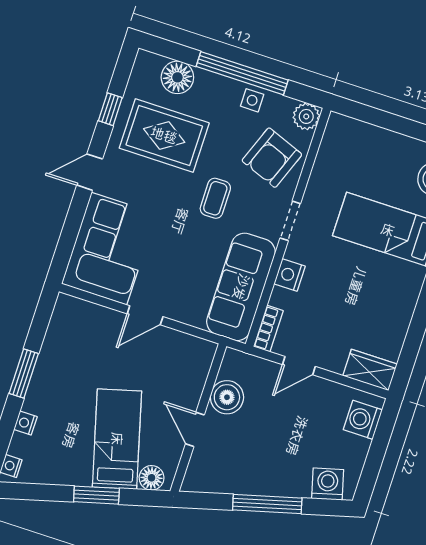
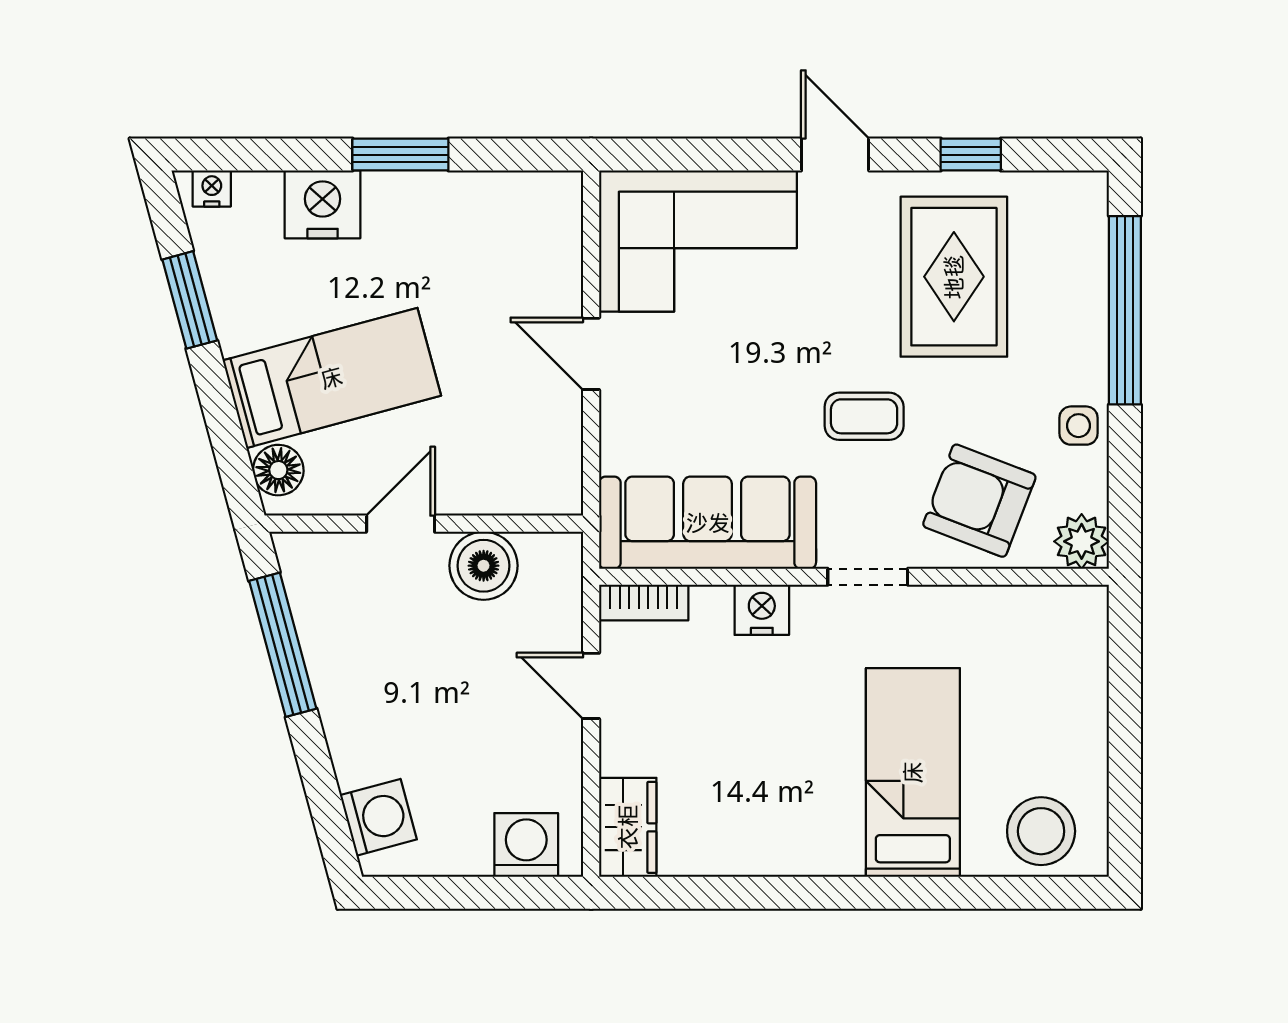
window: (242, 73) -> (1125, 310), moved
floor lamp: (177, 77) -> (1076, 265), removed
nightstand: (25, 423) -> (323, 204), width x1.89, depth x1.79
window: (96, 495) -> (190, 300), moved
window: (267, 504) -> (283, 645), moved

